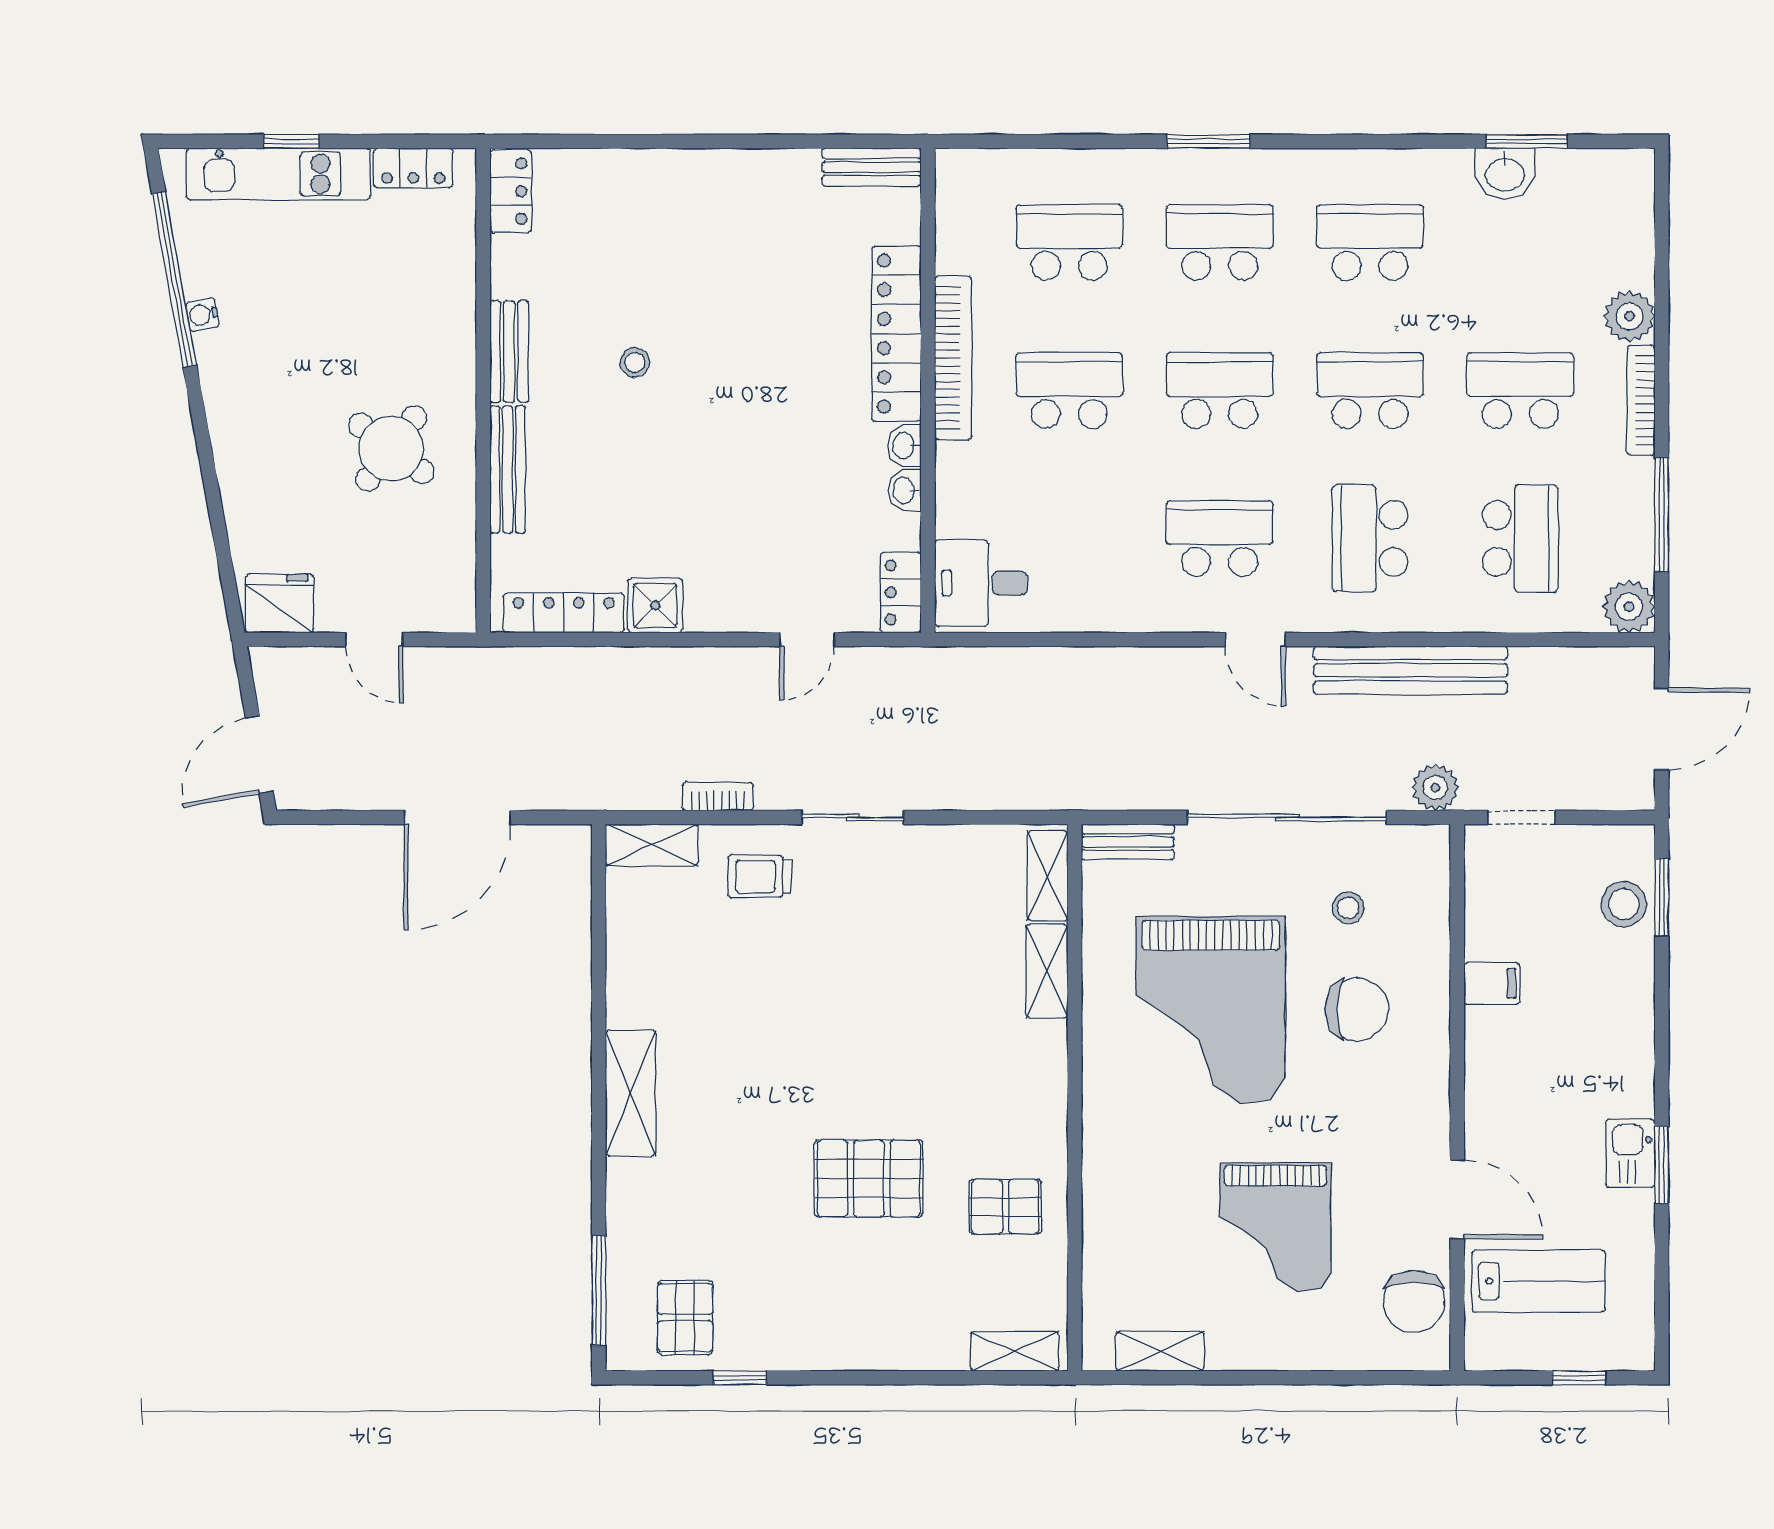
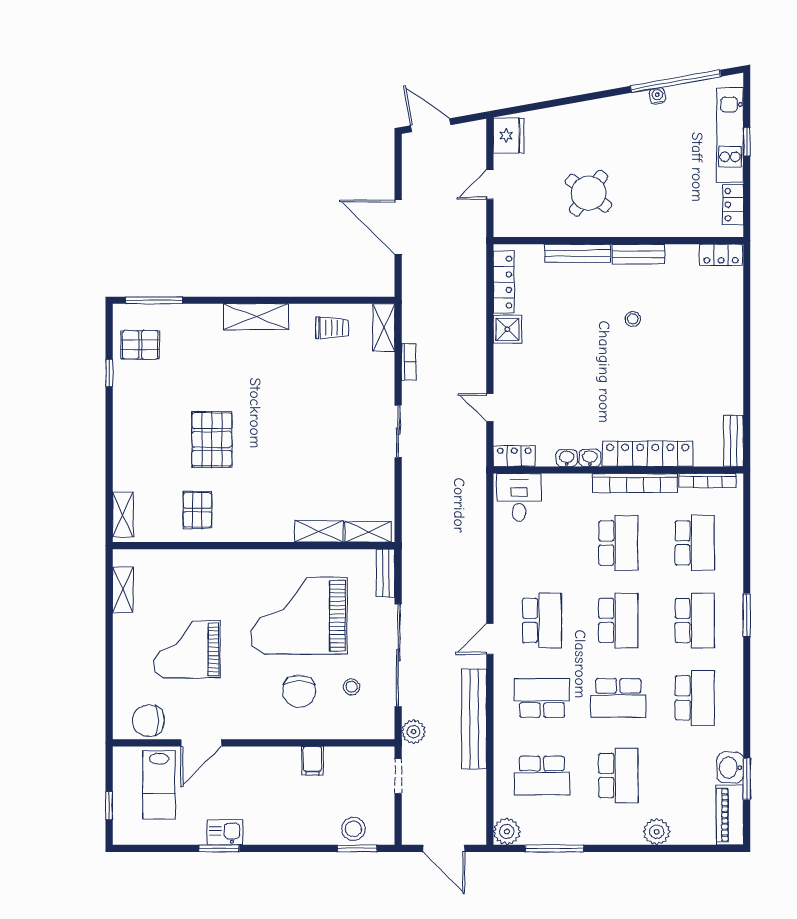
piano: (1597, 174) -> (730, 815), added
school desk: (1370, 390) -> (618, 698), turned 90
bookcase: (1641, 400) -> (708, 481), moved, turned 180
trolley: (760, 876) -> (332, 328), moved, turned 90

